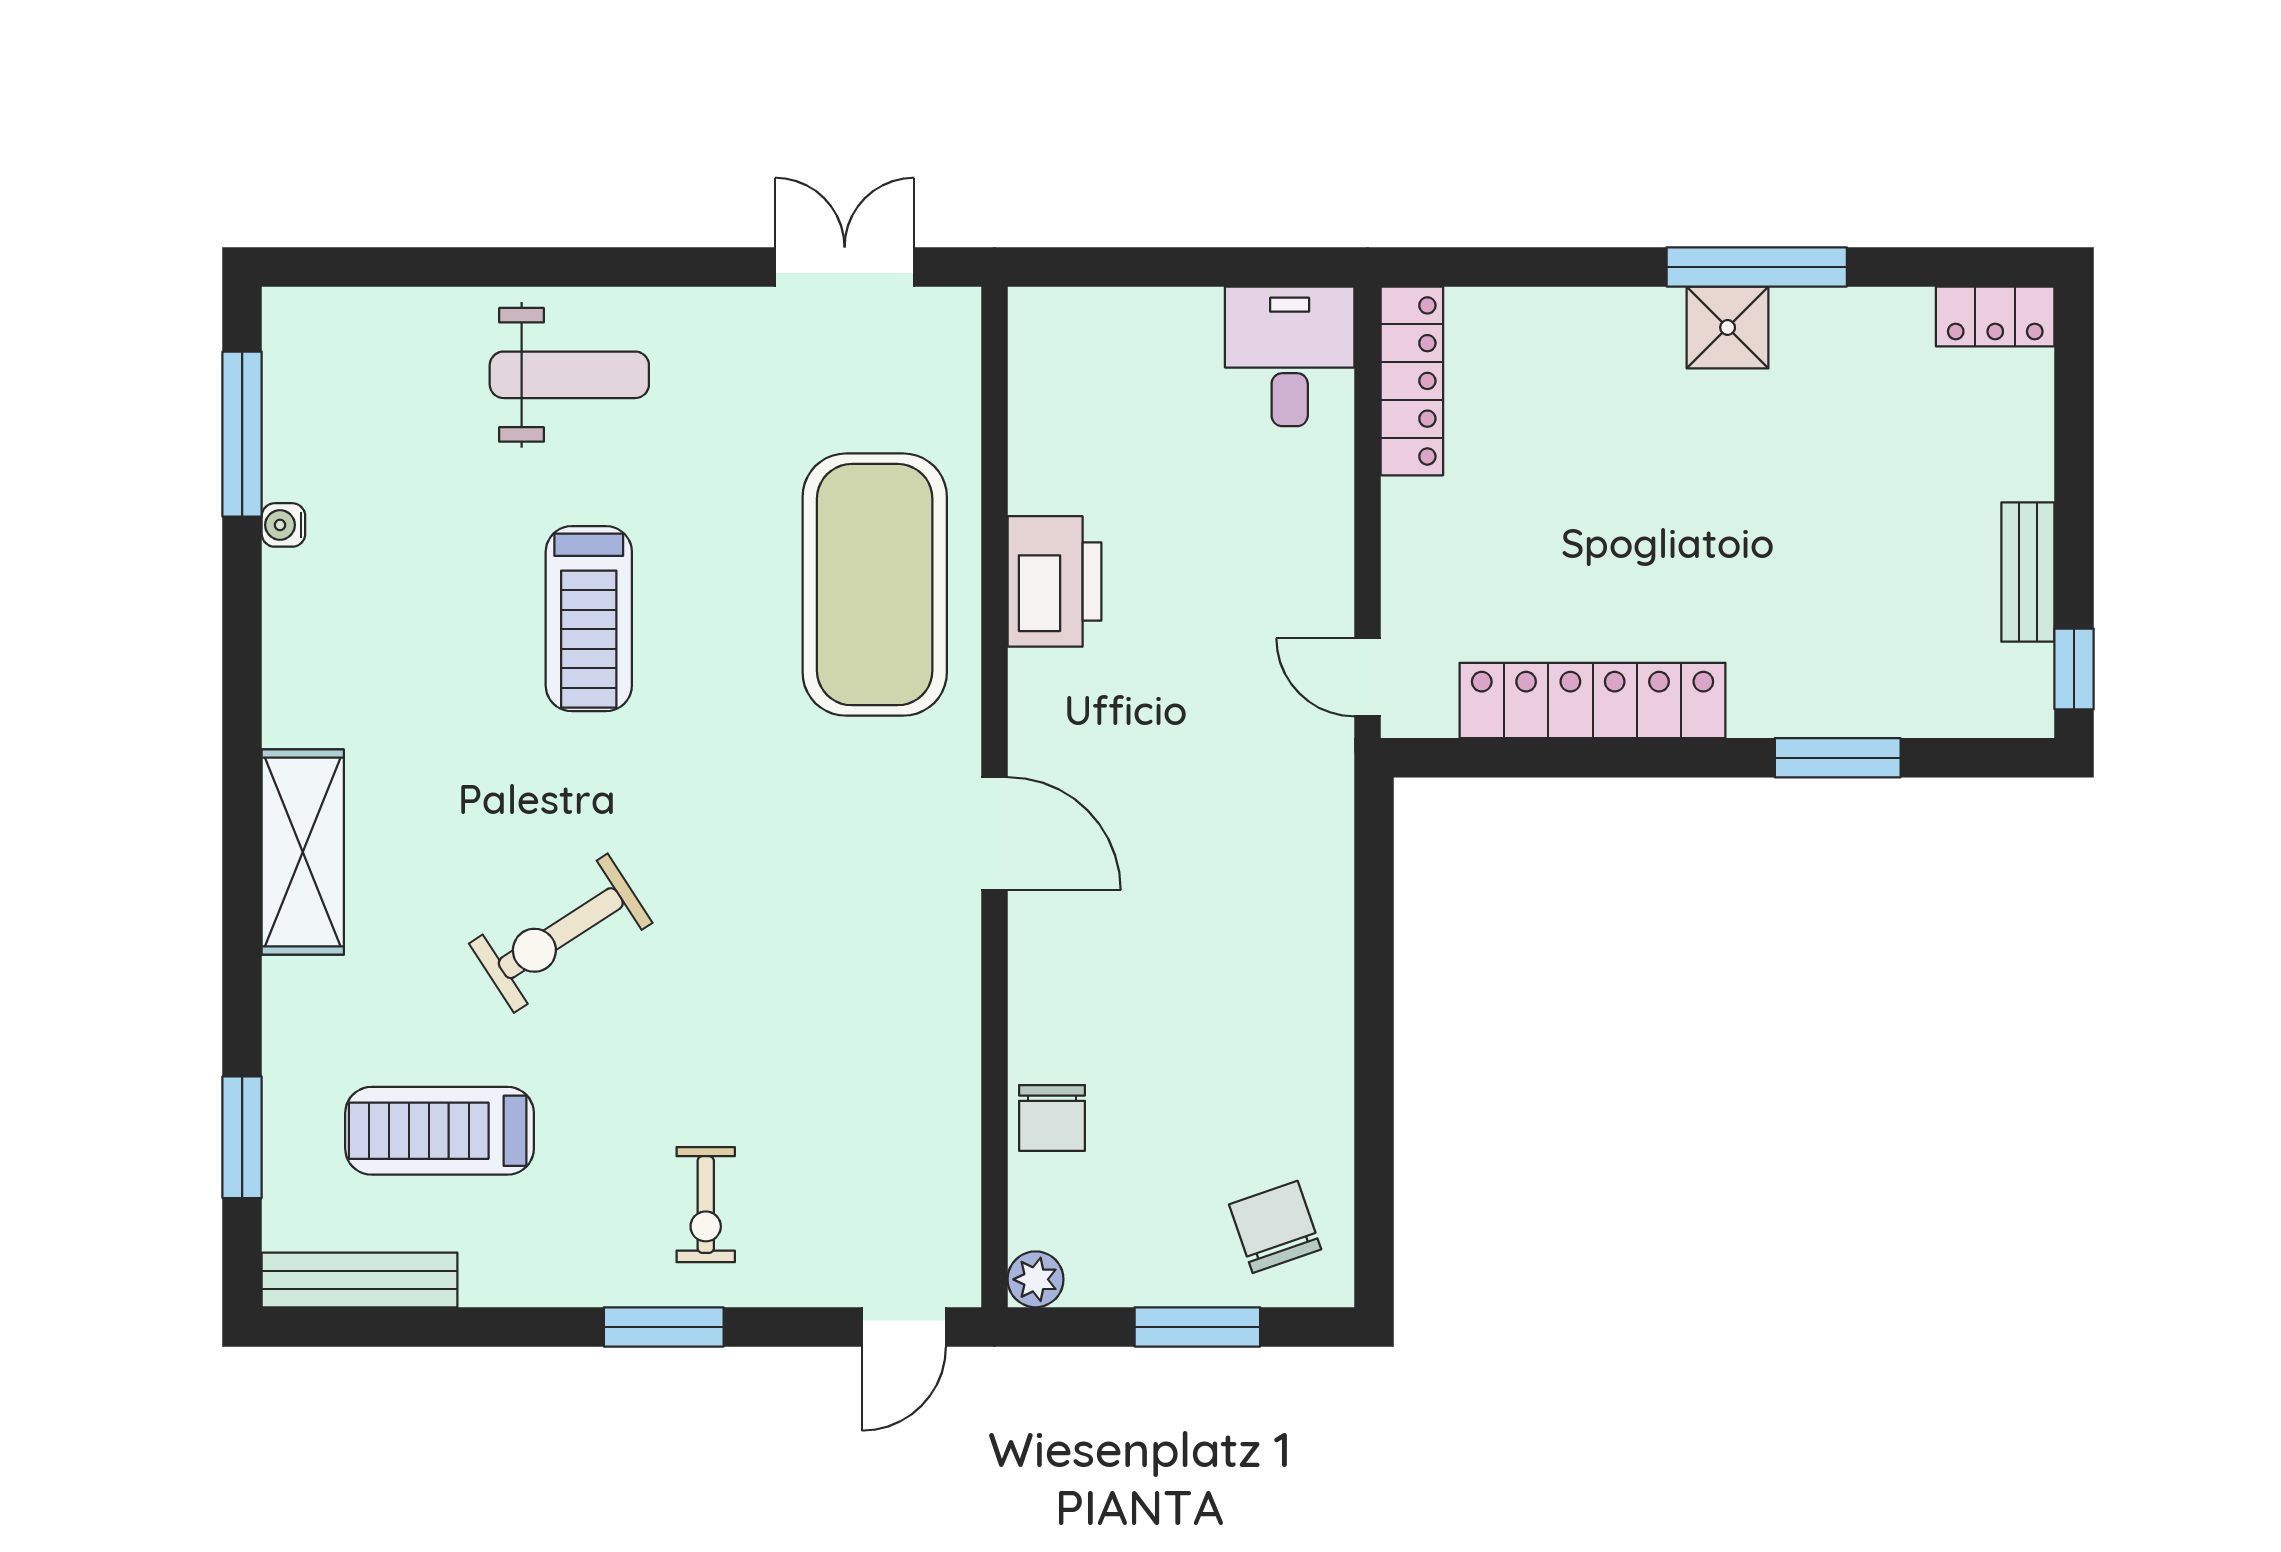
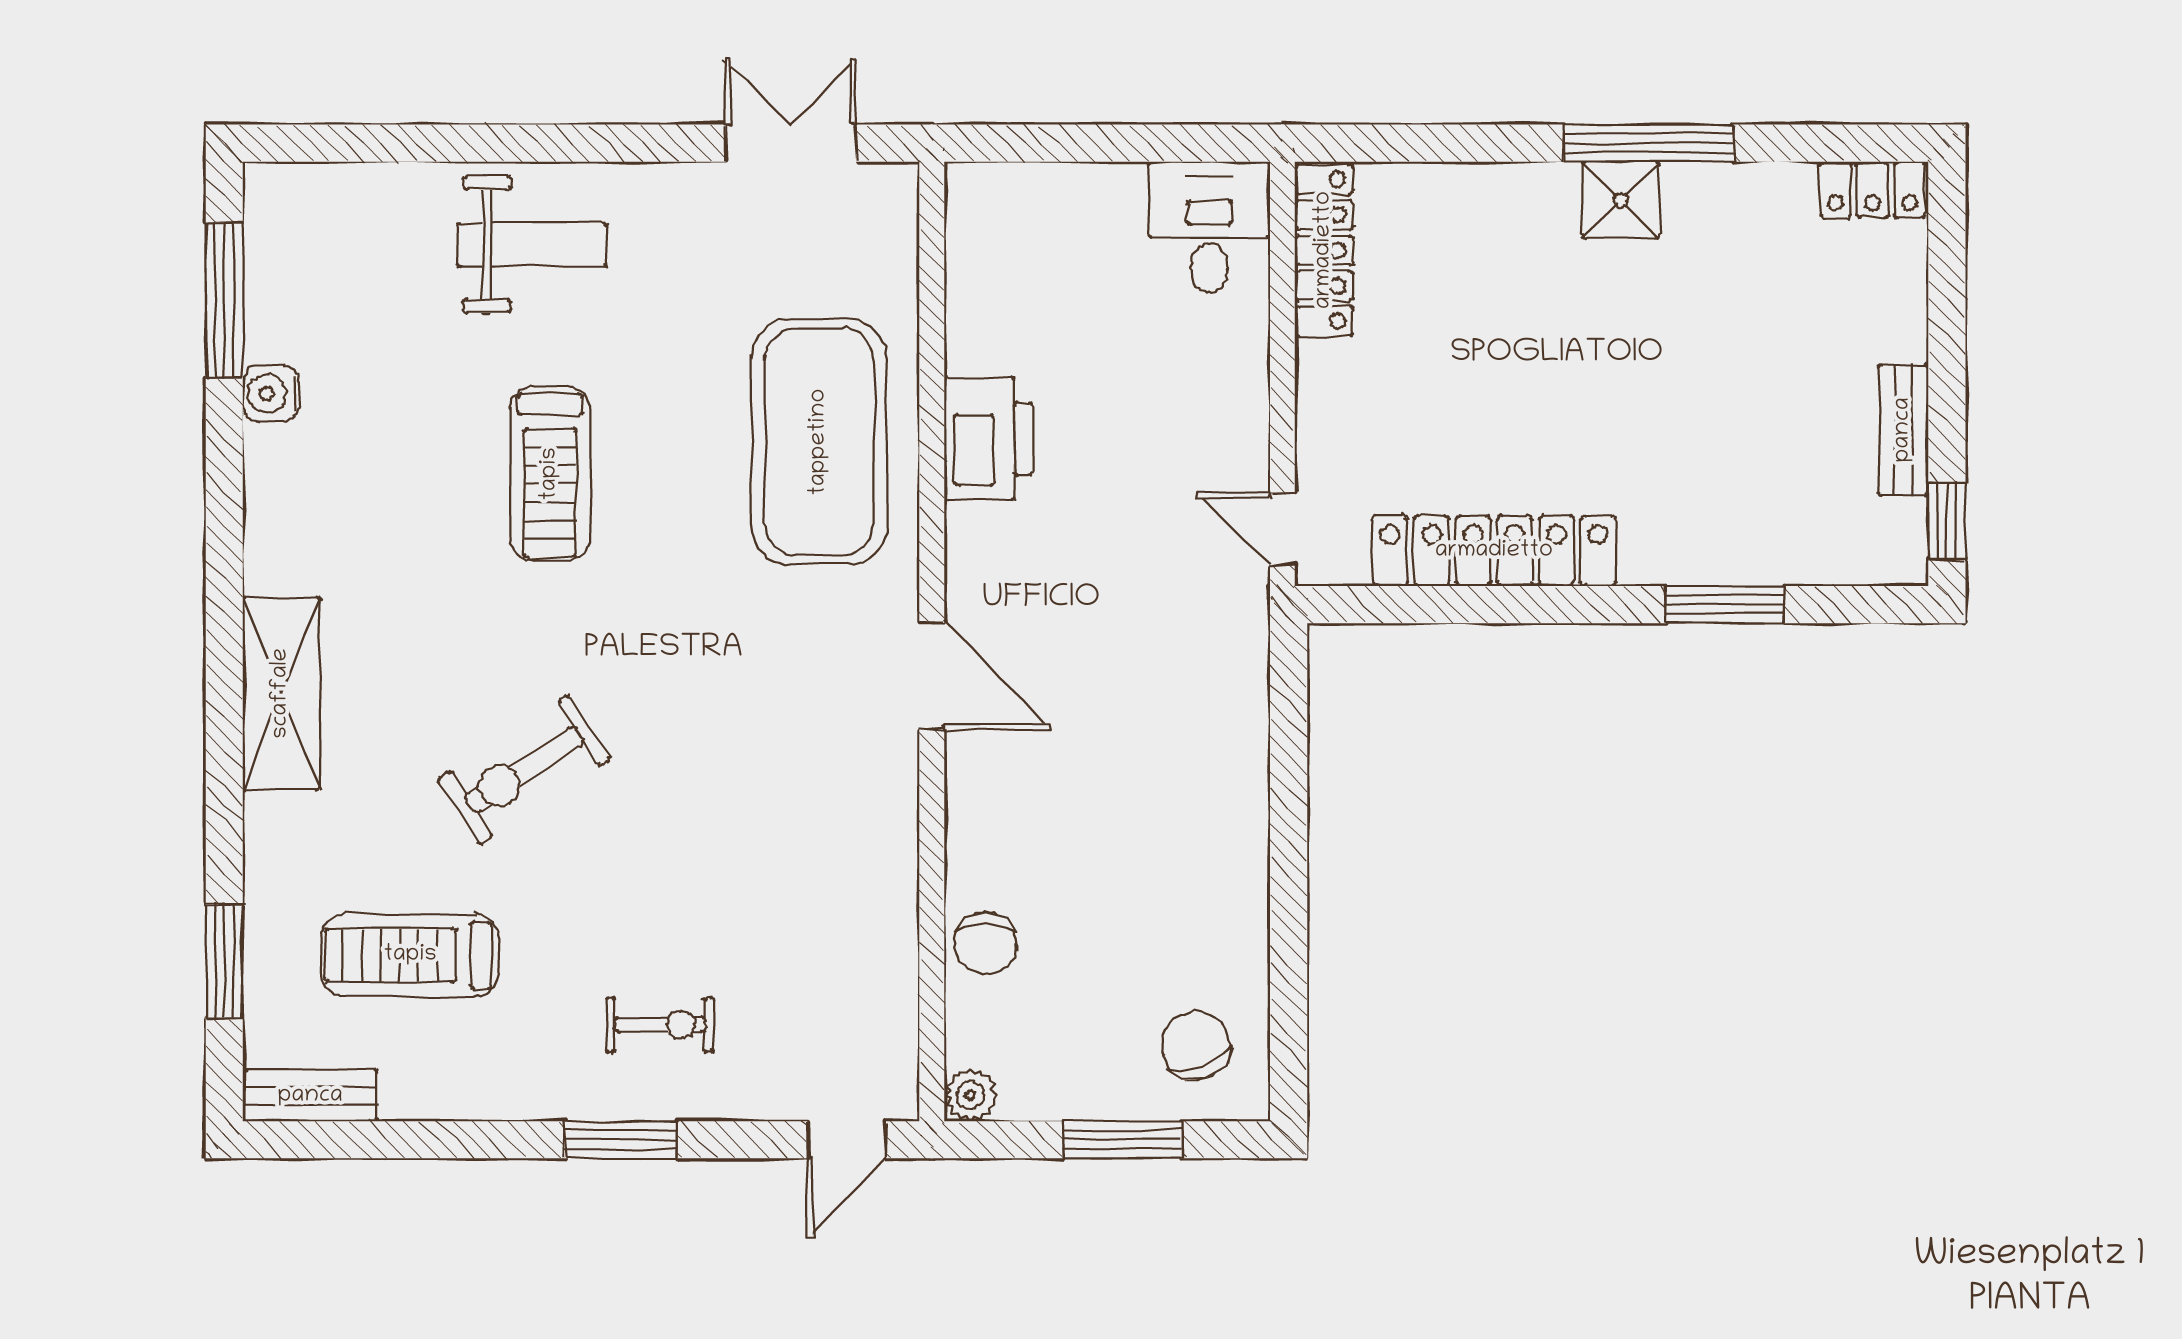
water cooler: (283, 525) -> (271, 394), width x1.38, depth x1.38
exercise bike: (706, 1205) -> (660, 1025), turned -90
bench: (359, 1280) -> (310, 1096), width x0.73

